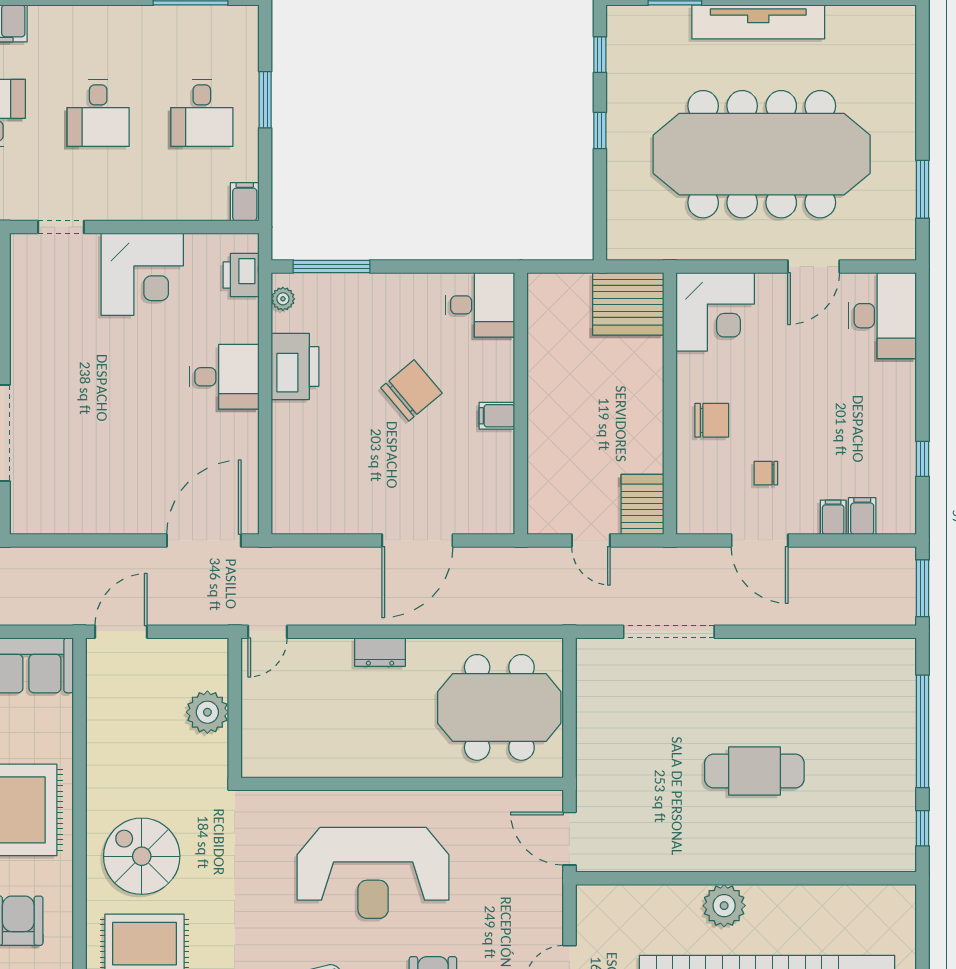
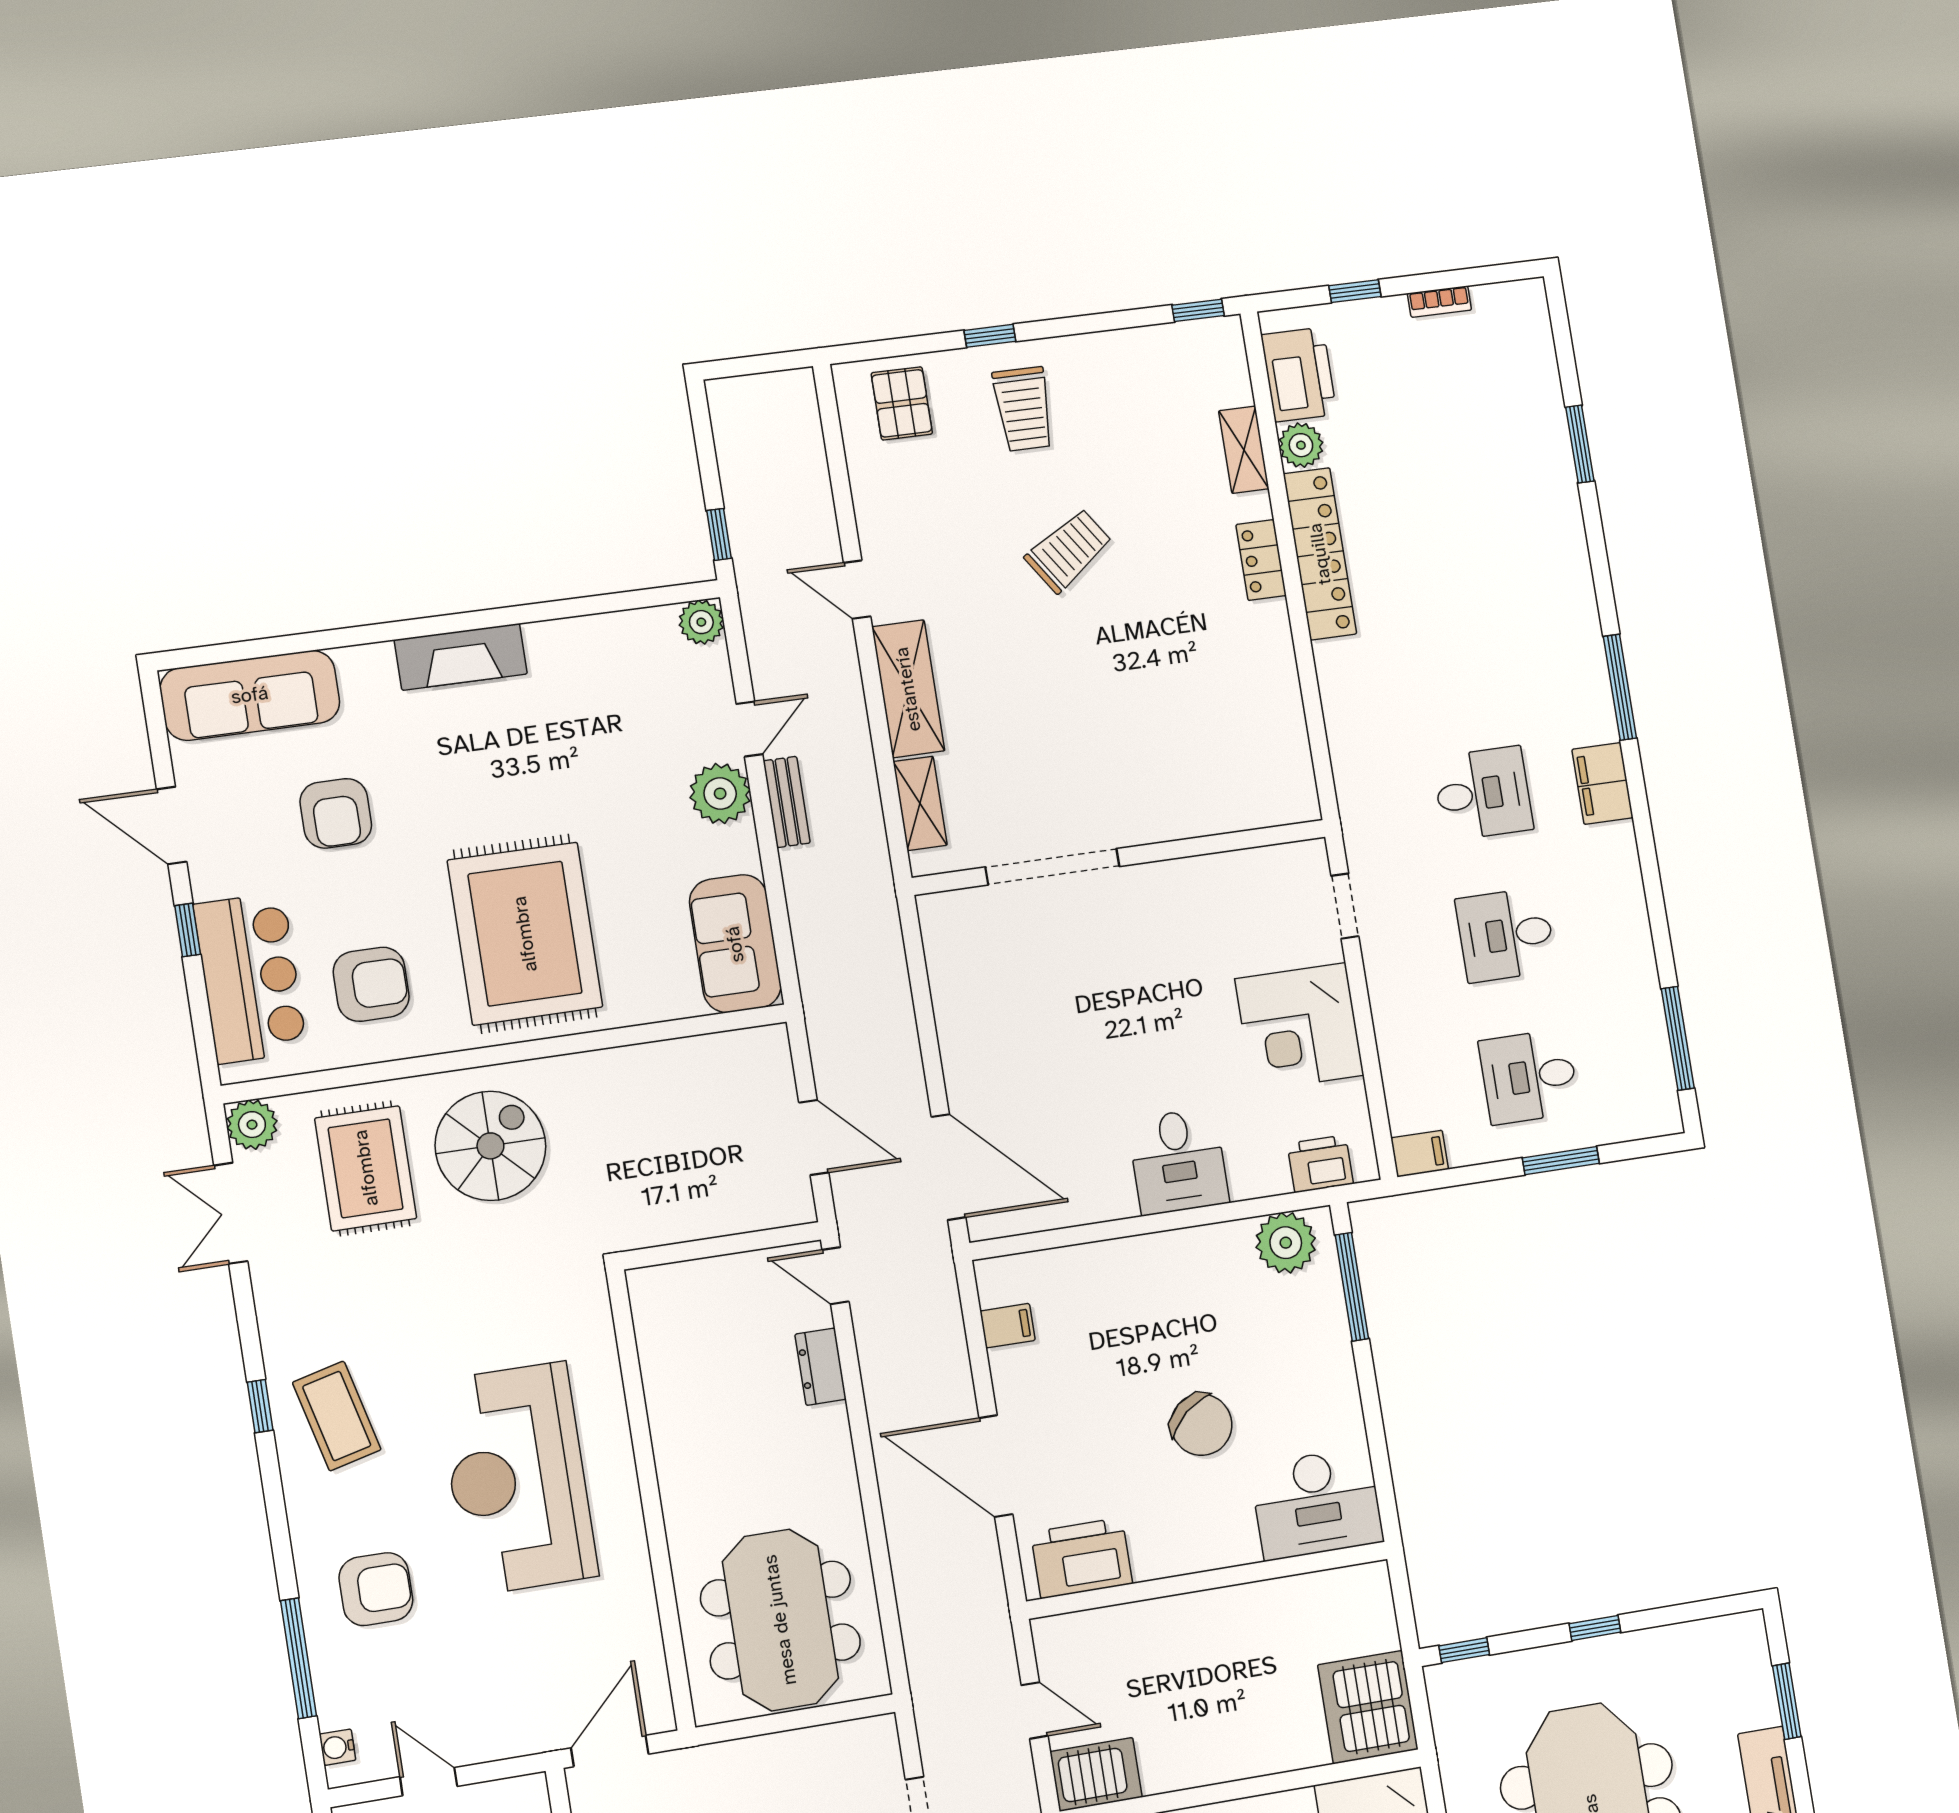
window: (600, 55) -> (1464, 1650), moved
plant: (283, 299) -> (1286, 1243), width x1.88, depth x1.88
desk: (480, 305) -> (1317, 1504), width x1.37
printer: (295, 367) -> (1082, 1558), moved, turned 180
filing cabinet: (497, 416) -> (1008, 1326), moved, turned 90
door: (591, 540) -> (1035, 1710), swing flipped
door: (121, 632) -> (814, 1137), moved
dresser: (380, 652) -> (821, 1367), moved
plant: (207, 712) -> (709, 1208), removed

